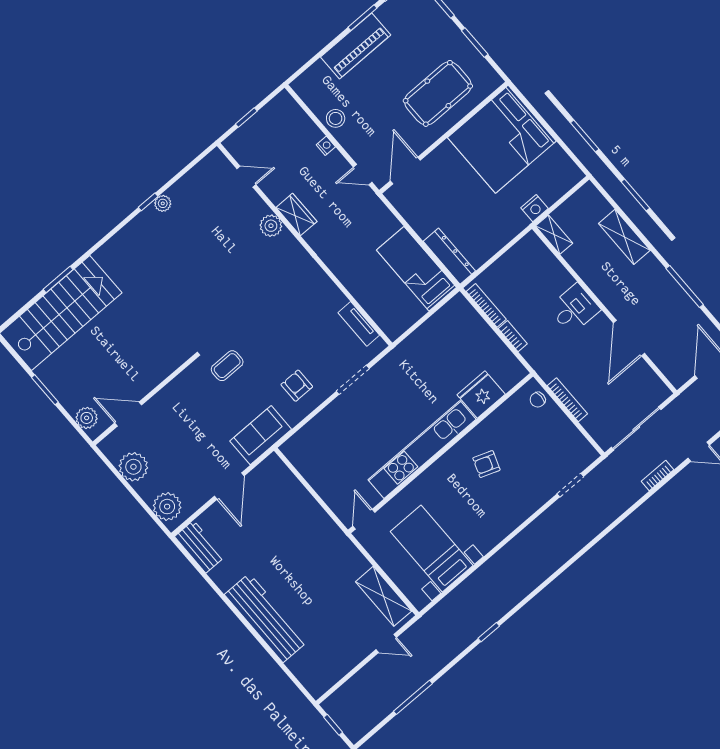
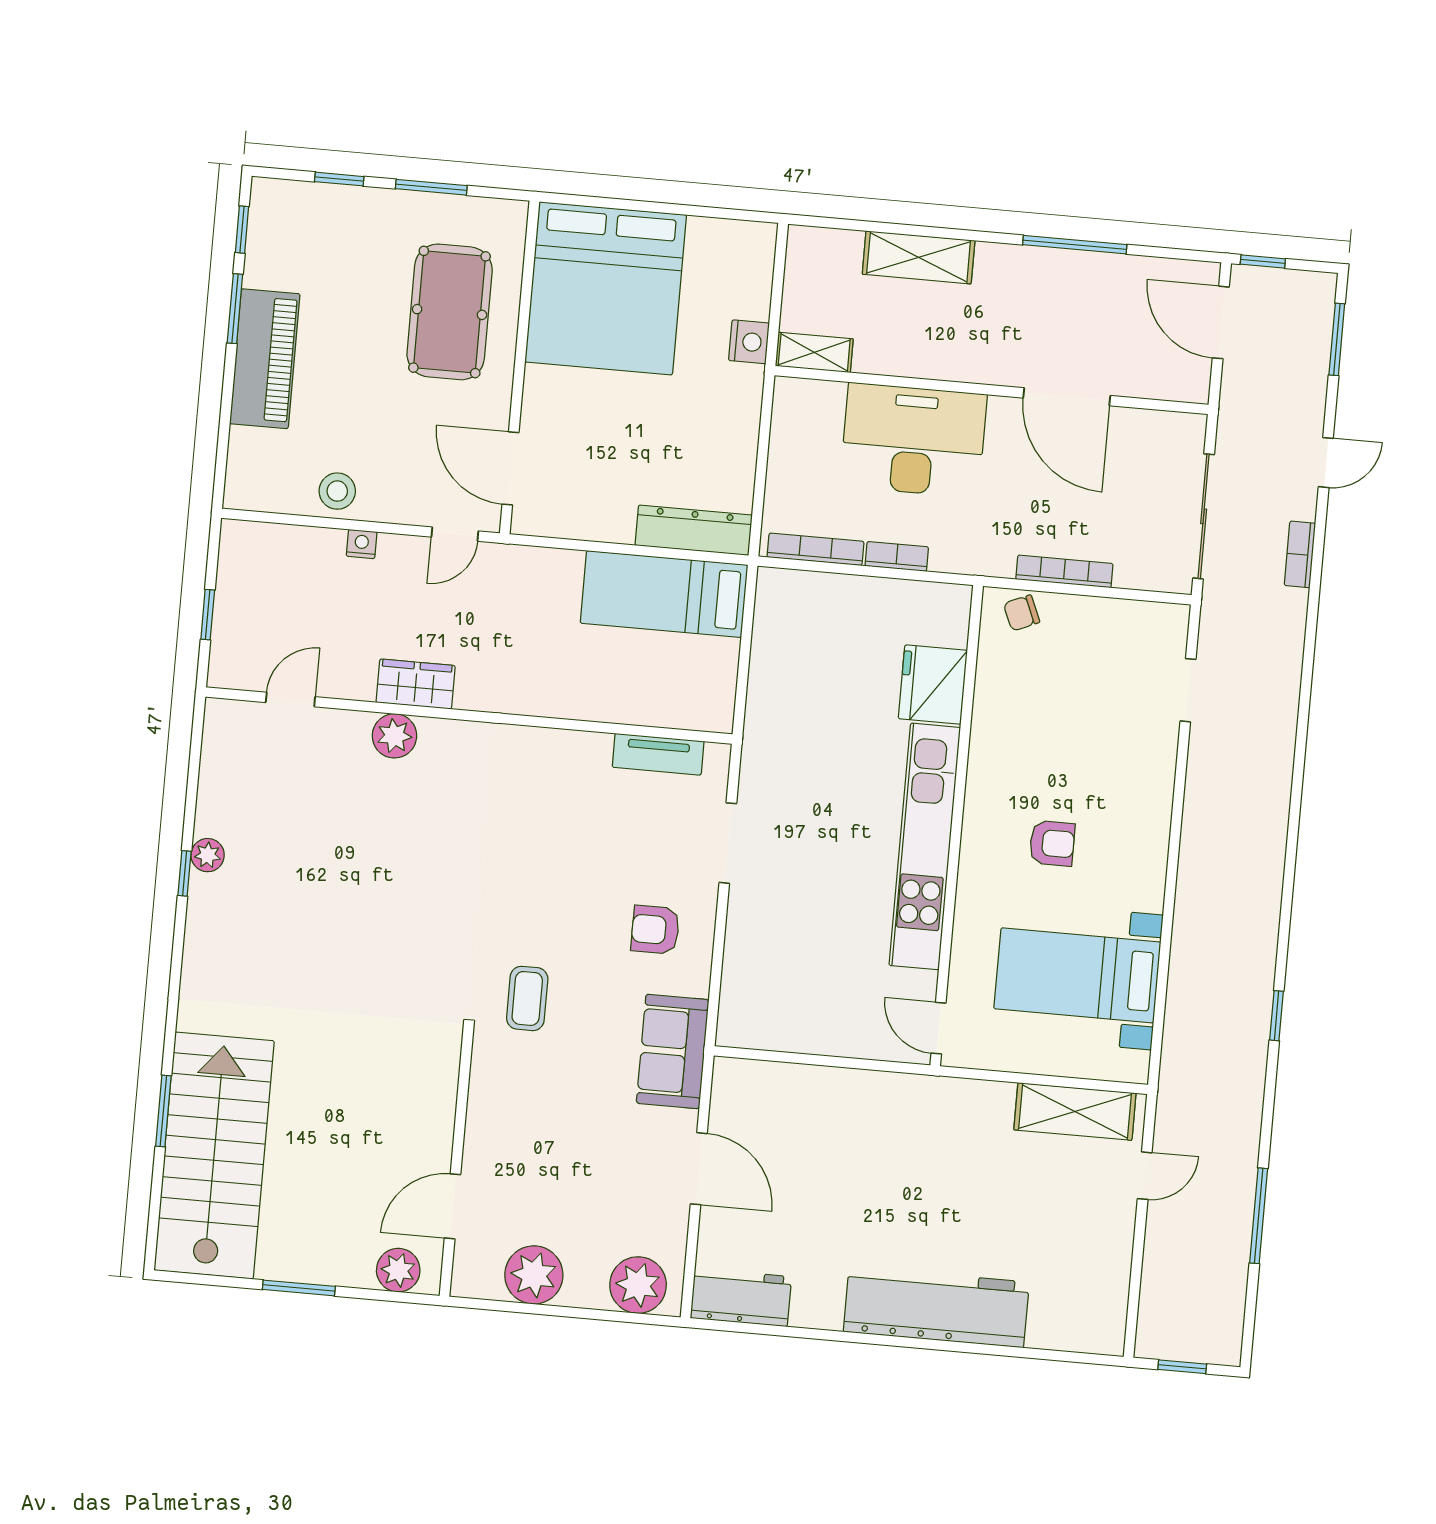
desk: (574, 309) -> (913, 440), width x1.87, depth x1.30
chair: (538, 400) -> (1022, 613), turned 67
armchair: (486, 464) -> (1052, 843), moved, turned -110

